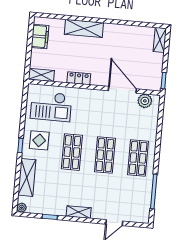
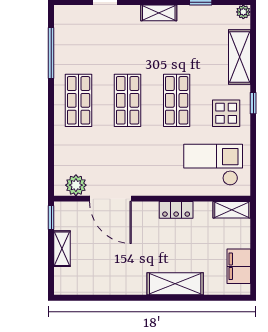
shelving: (160, 40) -> (62, 249), moved

